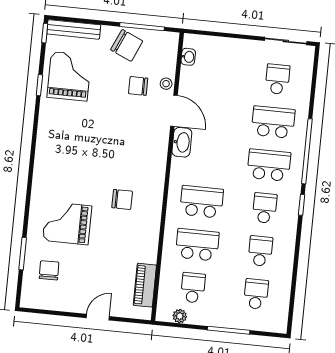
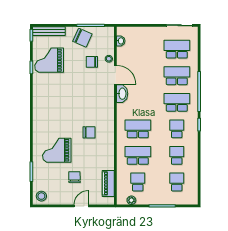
grand piano: (69, 76) -> (49, 60), turned -90
school desk: (277, 79) -> (177, 49), width x1.85
chair: (49, 270) -> (75, 177), moved
stool: (35, 295) -> (41, 196), added

